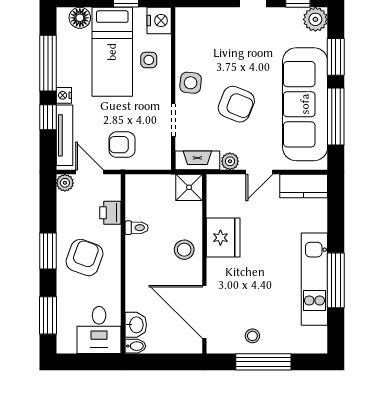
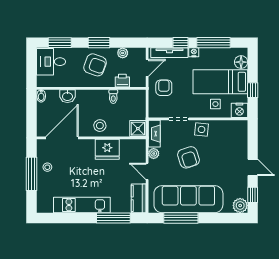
window: (336, 57) -> (217, 218), removed
armchair: (236, 104) -> (188, 157), turned -40
plant: (65, 183) -> (123, 53), moved
window: (336, 280) -> (113, 218), moved
washbasin: (136, 325) -> (67, 96), moved
desk: (99, 330) -> (51, 62), moved

